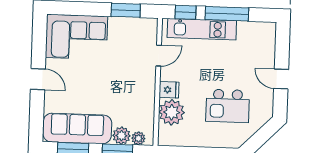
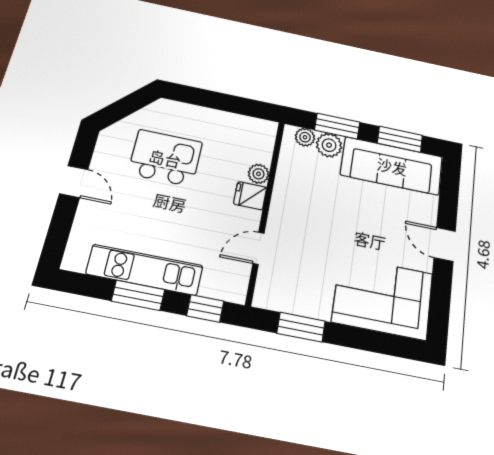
window: (227, 14) -> (138, 295), width x0.69
kitchen unit: (202, 29) -> (145, 270), moved
plant: (172, 112) -> (259, 174), width x0.53, depth x0.53

